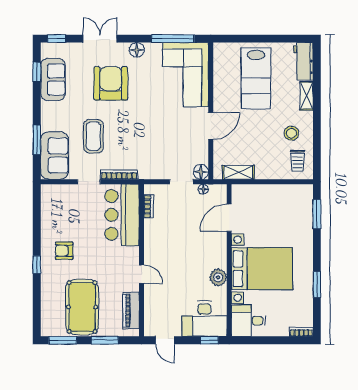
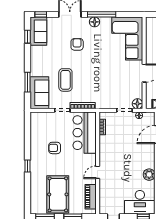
window: (173, 39) -> (102, 14), moved
sofa: (53, 80) -> (38, 31), moved
armchair: (111, 83) -> (77, 44), width x0.53, depth x0.53
armchair: (64, 251) -> (55, 148), moved
door: (141, 274) -> (98, 172), swing flipped

